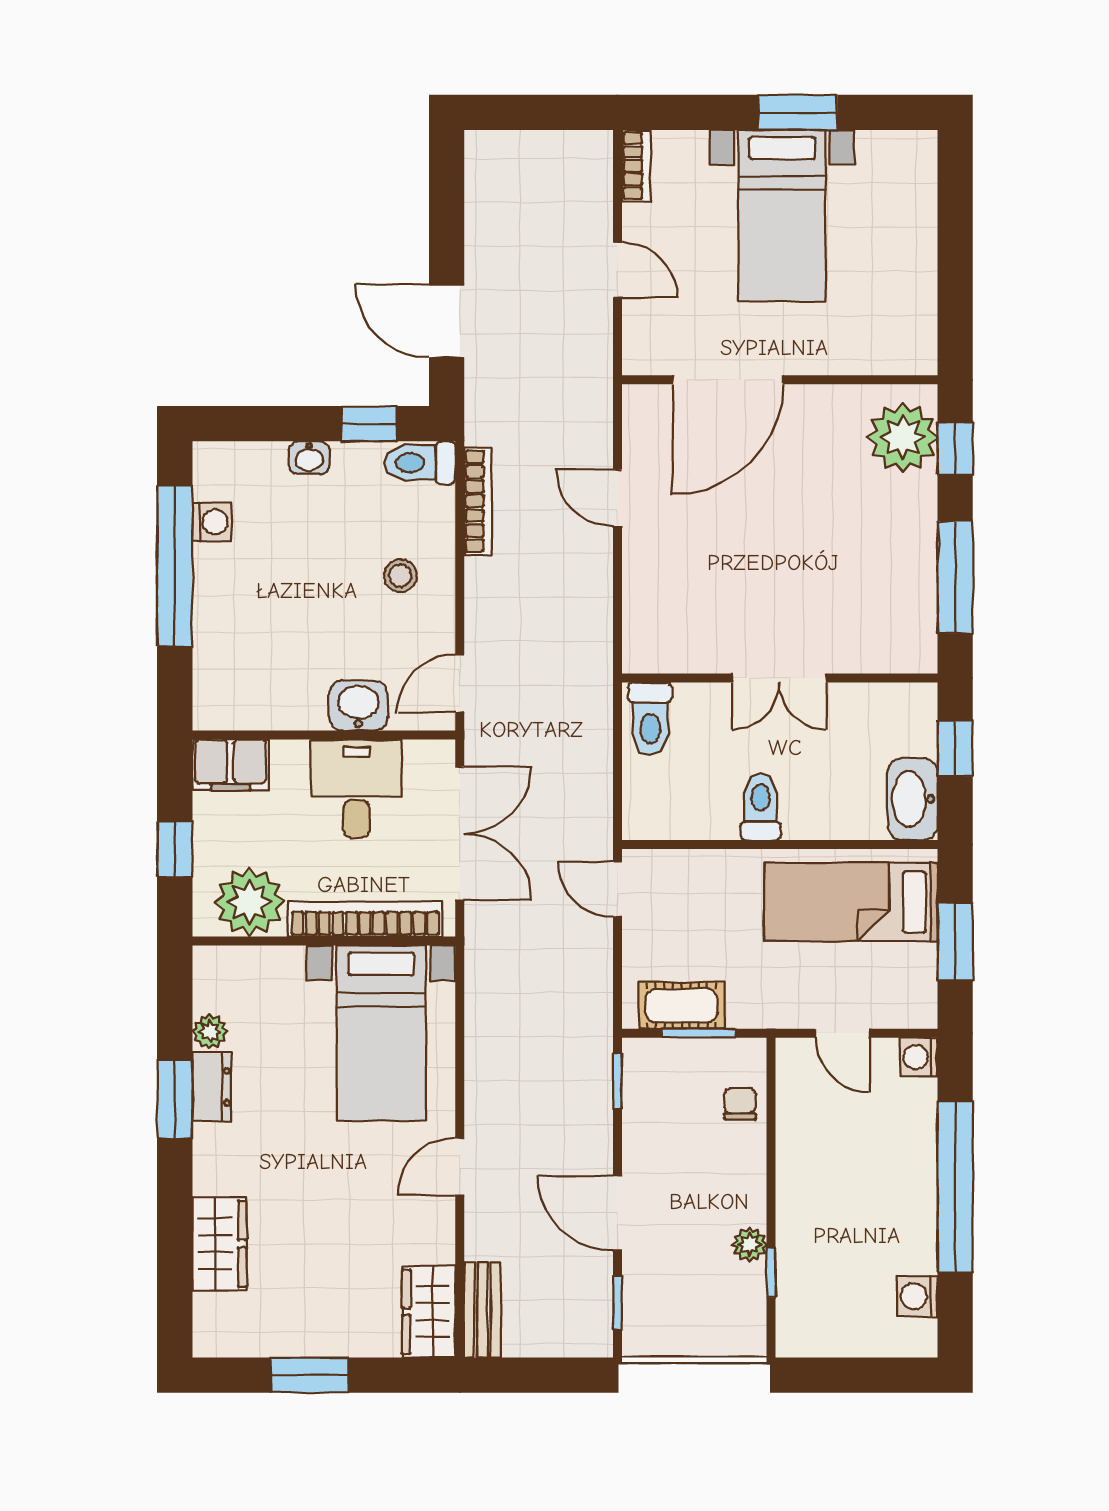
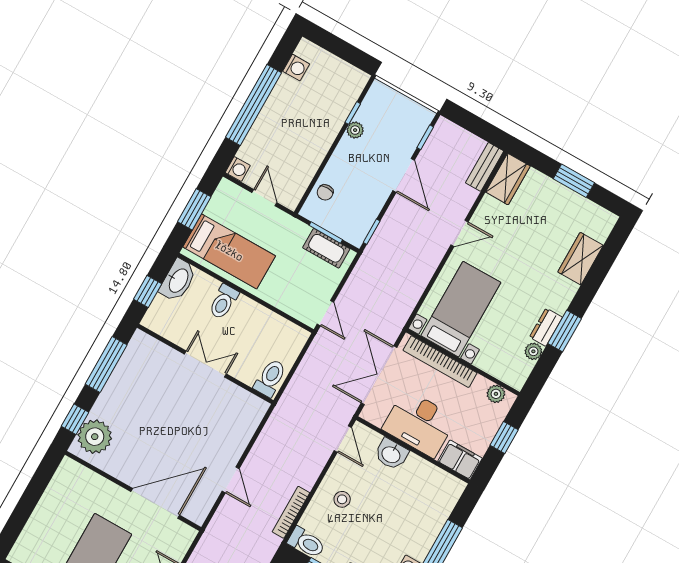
door: (460, 683) -> (343, 439), hinge flipped
desk: (357, 789) -> (419, 423), width x1.37
toilet: (761, 807) -> (223, 302), moved
plant: (250, 902) -> (496, 394), width x0.53, depth x0.53

